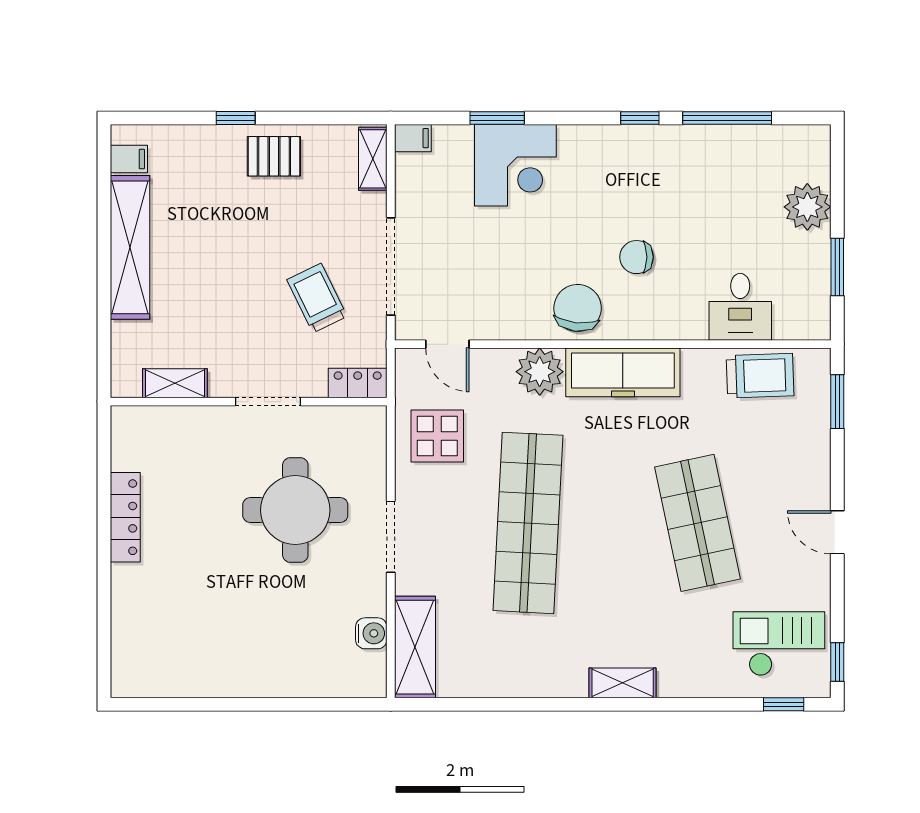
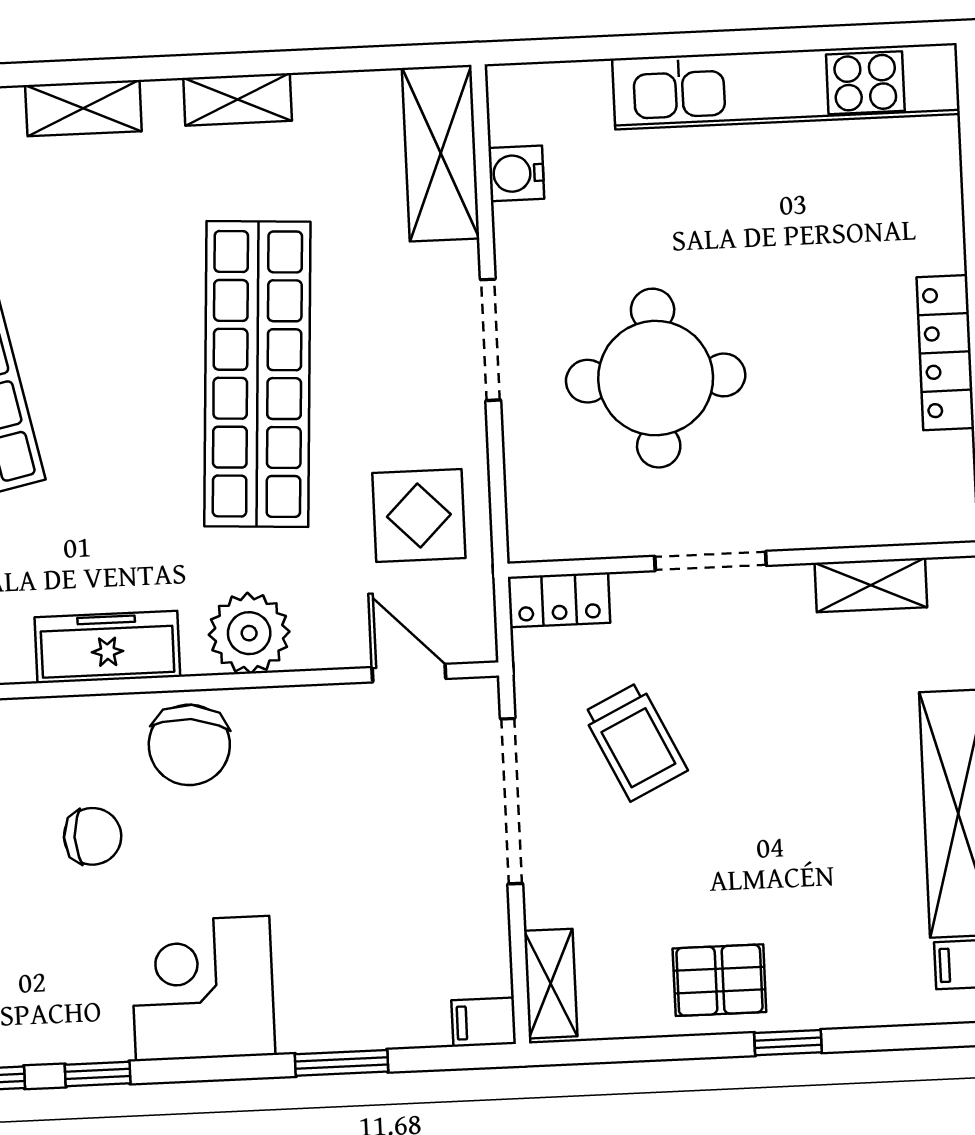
corner desk: (515, 165) -> (203, 988), moved
freezer: (623, 372) -> (107, 647), width x0.73, depth x0.79
kitchen unit: (211, 677) -> (786, 86), added
shelving: (532, 684) -> (238, 99), added

